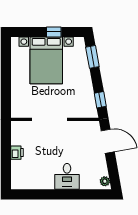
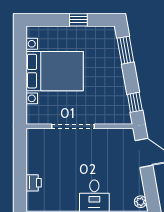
bed with nightstands: (46, 60) -> (55, 71), moved, turned -90
printer: (17, 153) -> (34, 183), moved

